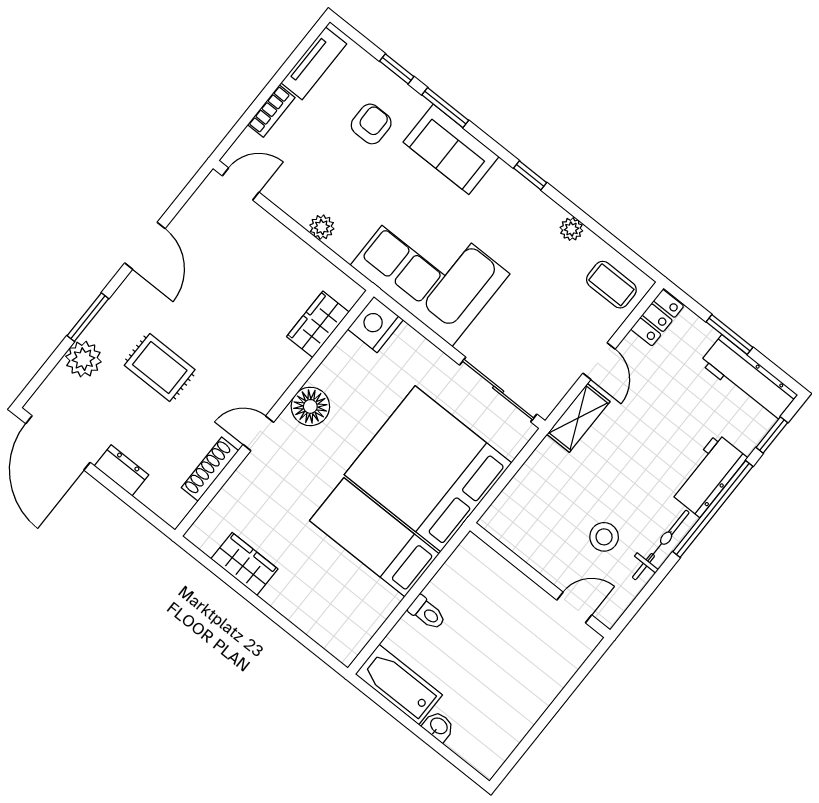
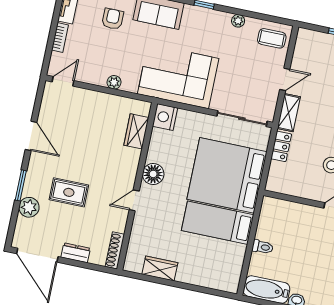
locker: (657, 318) -> (281, 146), moved
door: (599, 361) -> (285, 79), hinge flipped
shoe rack: (210, 469) -> (115, 250), moved

